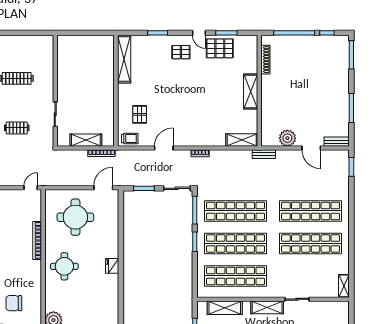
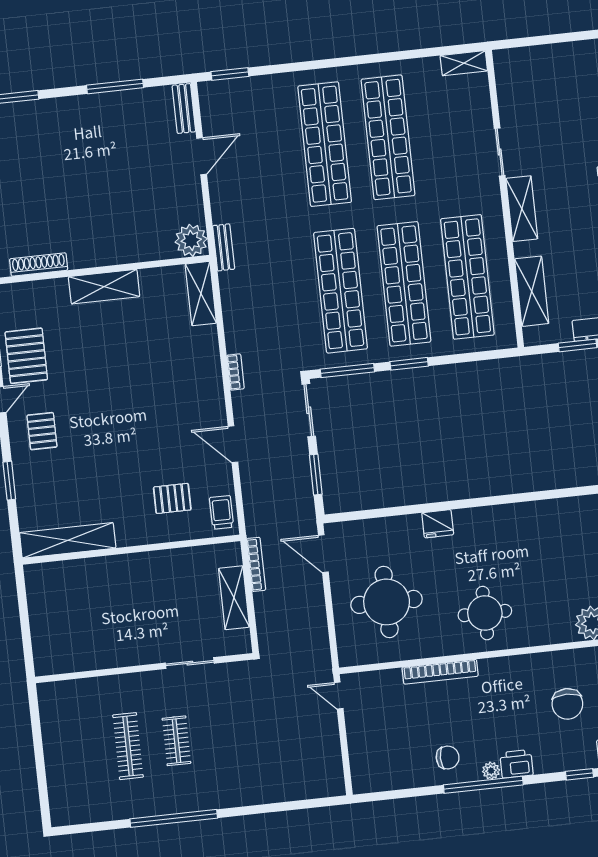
clothes rail: (17, 128) -> (176, 741), moved
plant: (287, 138) -> (191, 240), moved
fridge: (112, 266) -> (438, 524), moved

